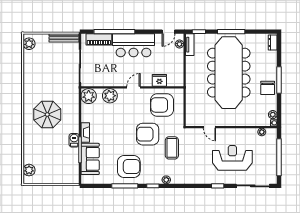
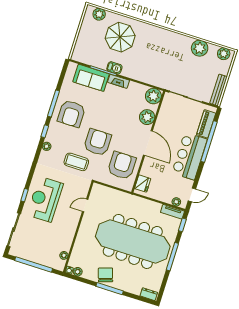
door: (168, 32) -> (192, 195), swing flipped
plant: (31, 68) -> (200, 48), added
fridge: (159, 80) -> (143, 184), moved
door: (134, 87) -> (148, 143), width x1.87
chair: (268, 88) -> (105, 275), turned 72
parasol: (47, 114) -> (120, 37), moved
reception desk: (232, 158) -> (45, 199), moved, turned 180

